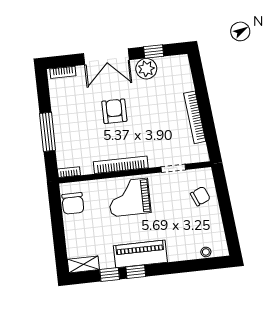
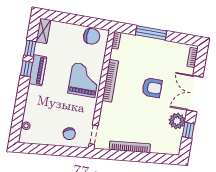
doorway: (173, 168) -> (94, 135), moved
chair: (73, 203) -> (92, 36), turned 180
piano: (140, 254) -> (38, 70), width x0.73, depth x0.75

